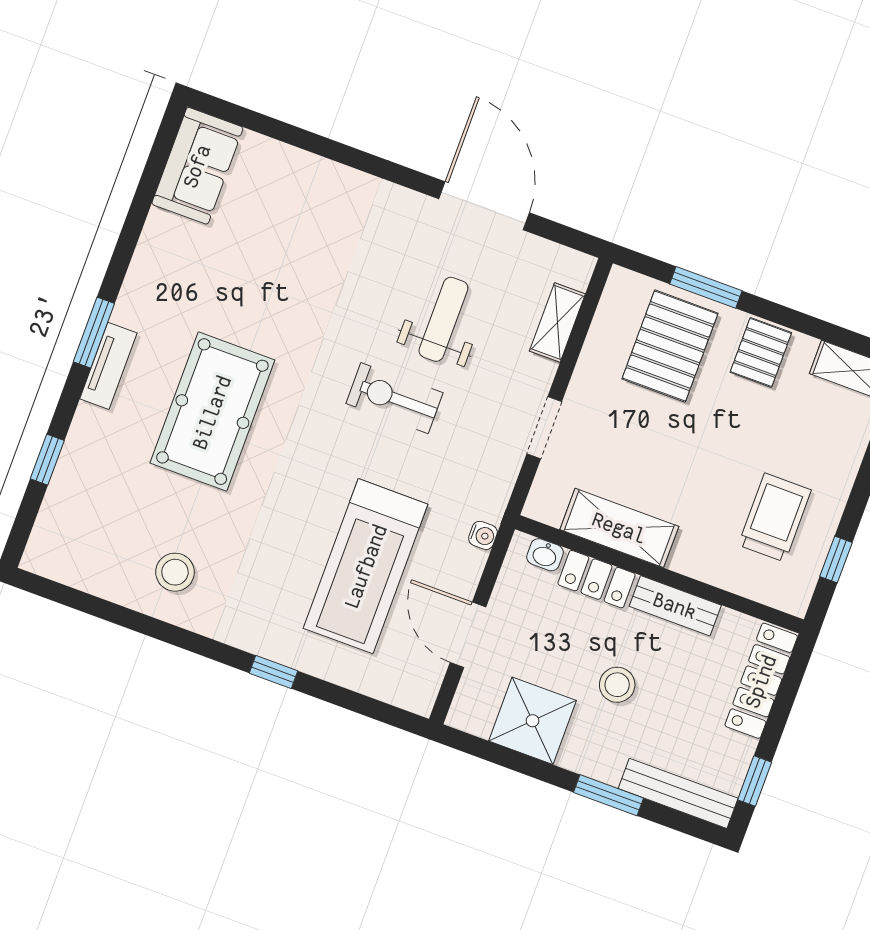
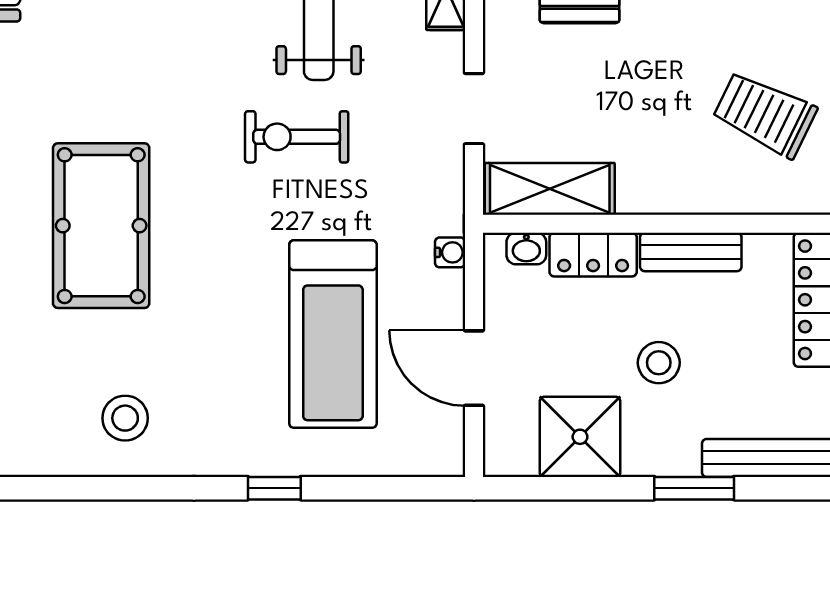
trolley: (775, 518) -> (765, 114), turned -64
shelving: (619, 528) -> (550, 189), moved

